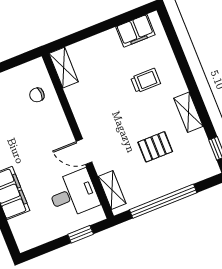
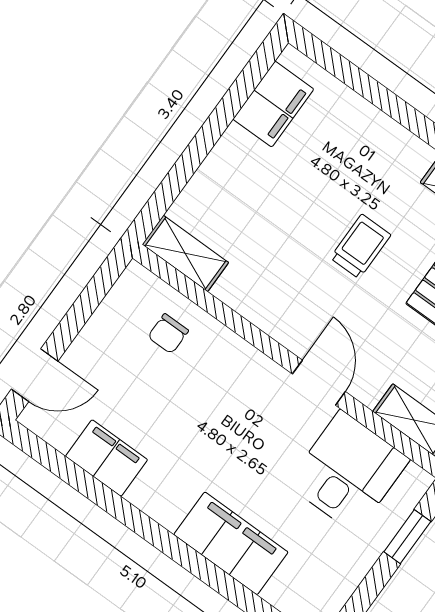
trolley: (146, 81) -> (360, 246), moved
door: (84, 152) -> (319, 383), swing flipped

